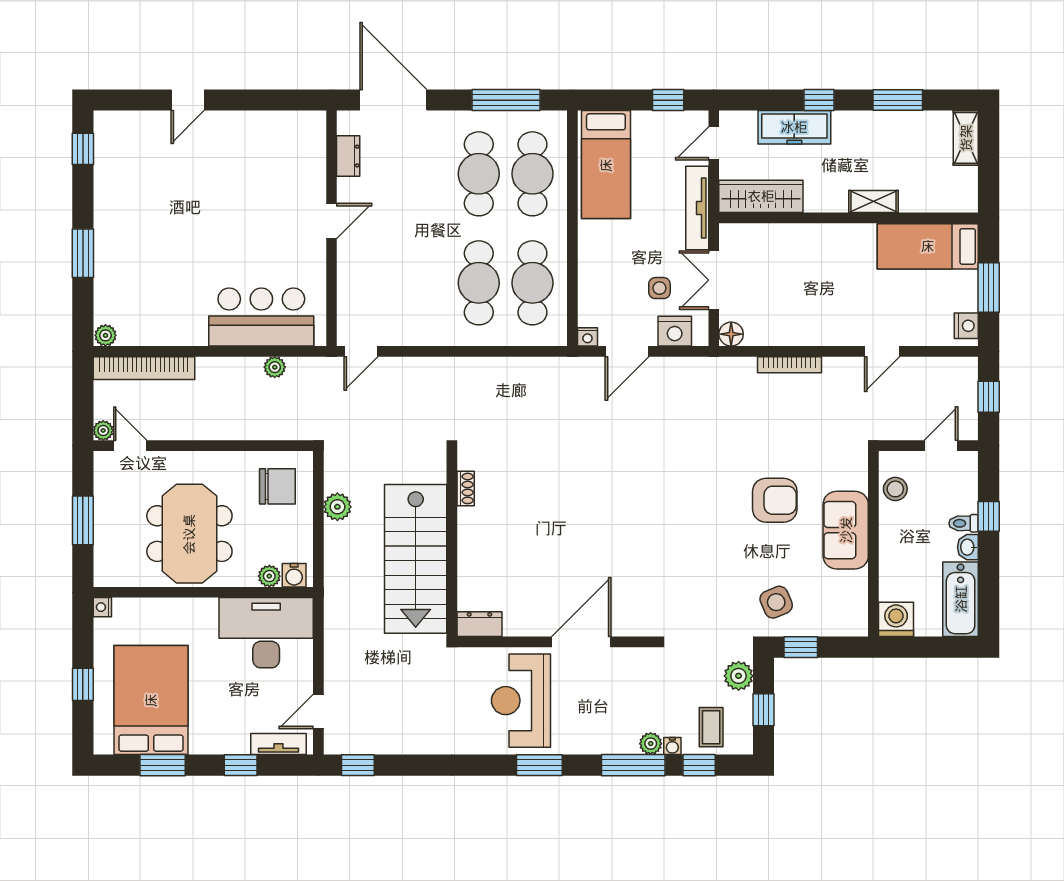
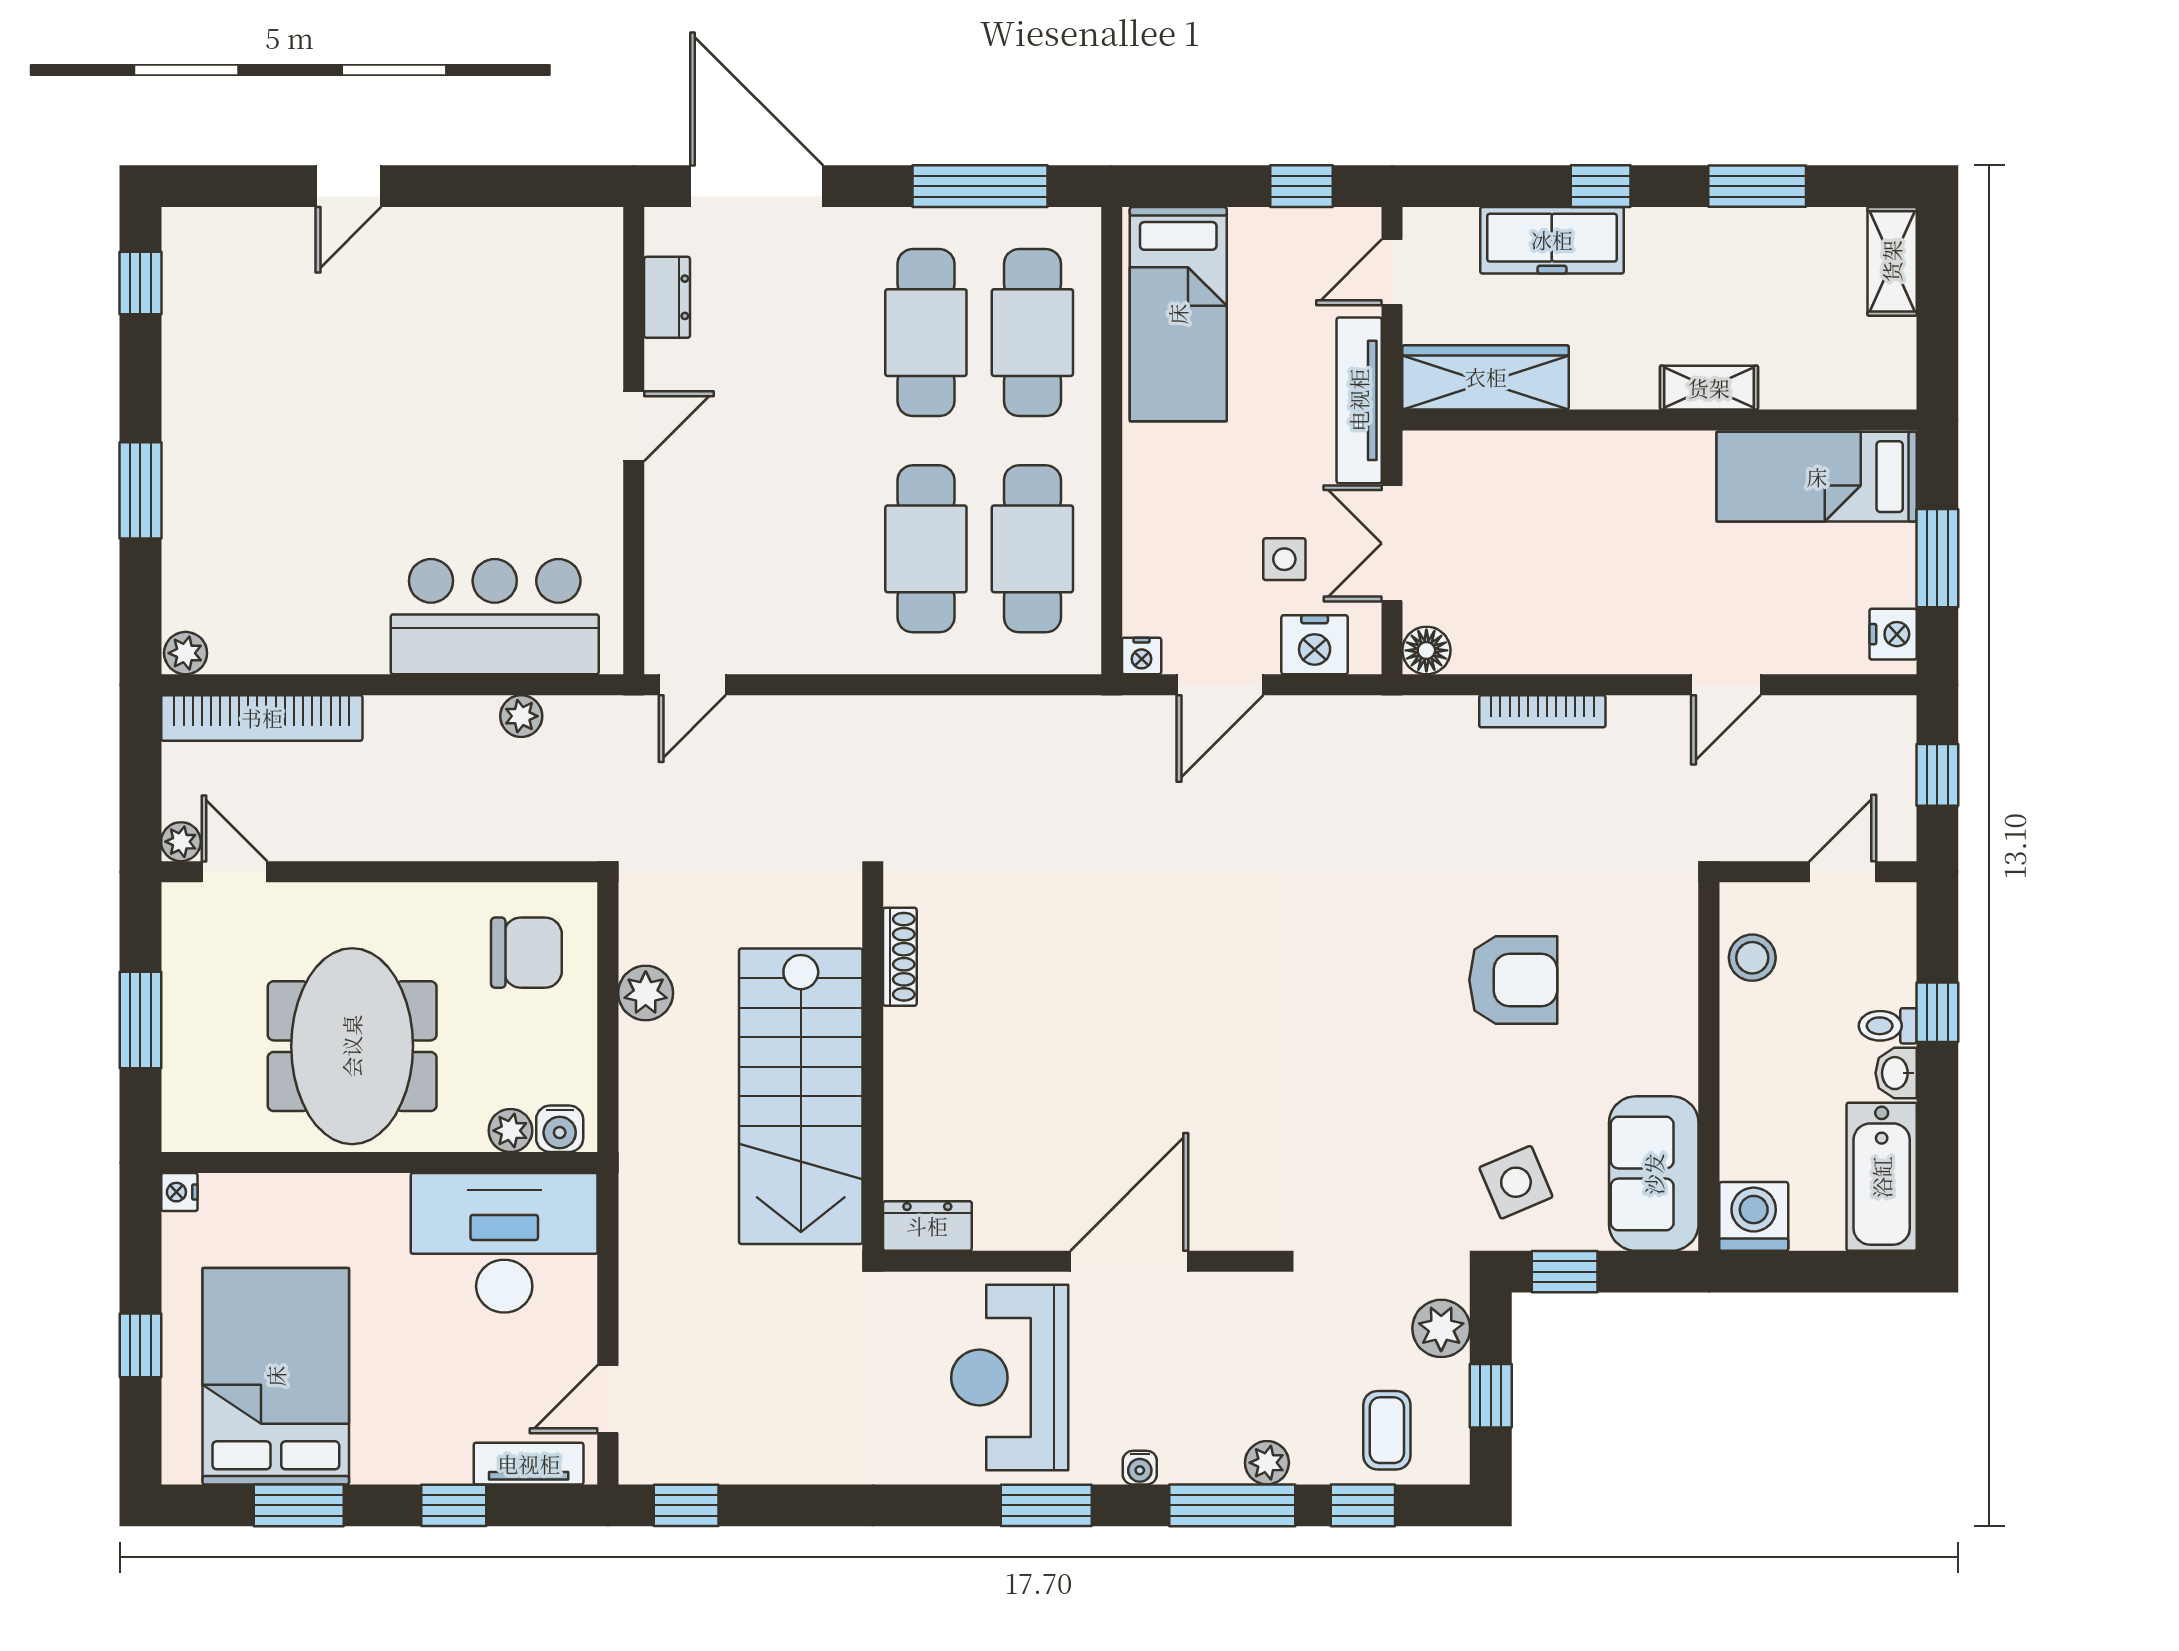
shoe rack: (466, 488) -> (900, 957), width x1.43
sofa: (846, 530) -> (1654, 1174), moved
water cooler: (672, 746) -> (1140, 1468), moved

